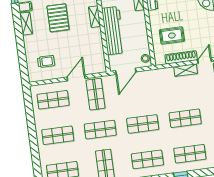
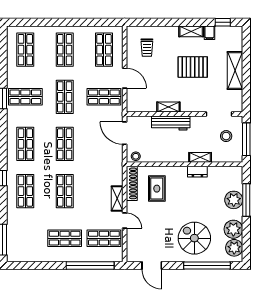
shelving: (94, 17) -> (168, 107), moved
workbench: (113, 31) -> (171, 123), width x0.73, depth x0.76
shoe rack: (181, 57) -> (132, 183), moved

